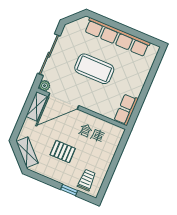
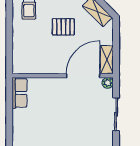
sliding door: (49, 55) -> (116, 114), width x0.73
coffee table: (94, 69) -> (67, 119), removed

